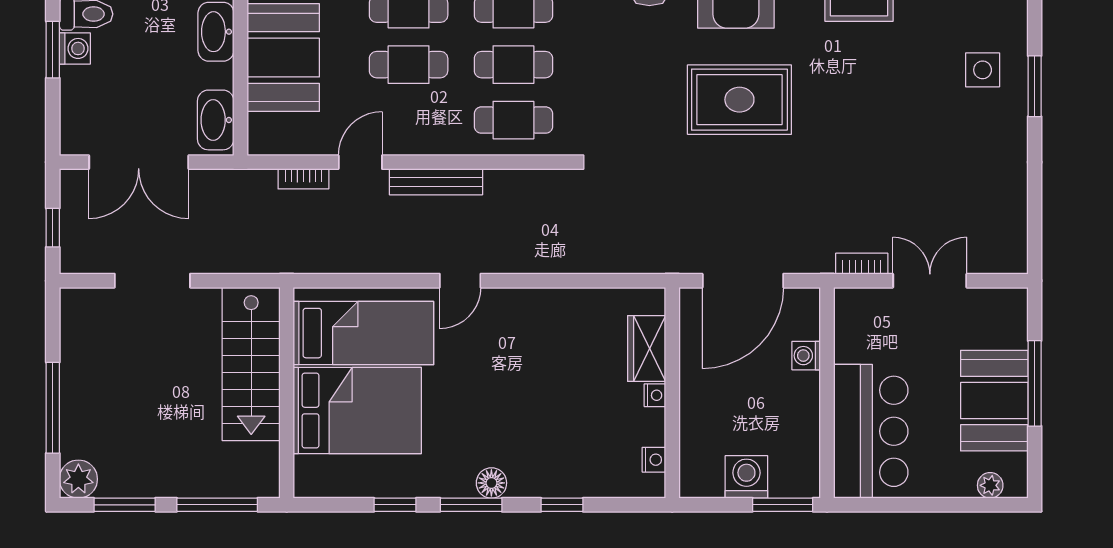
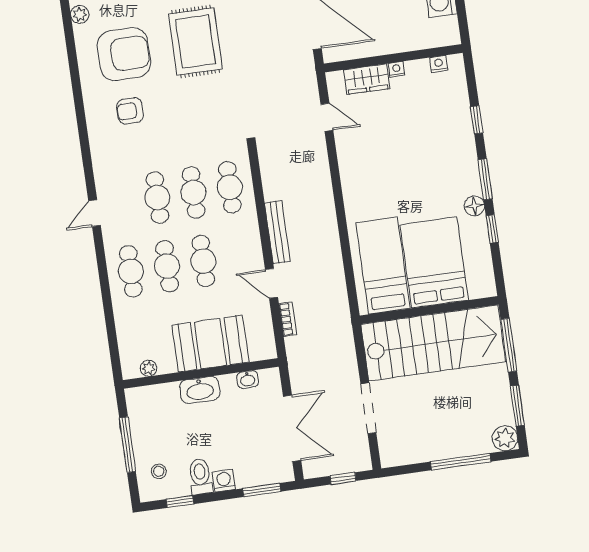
window: (53, 50) -> (262, 490), moved
washbasin: (216, 120) -> (248, 380), width x0.52, depth x0.69
door: (460, 281) -> (327, 117), moved
stairs: (251, 364) -> (433, 343), width x1.36, depth x1.51
floor lamp: (491, 483) -> (474, 206), moved

